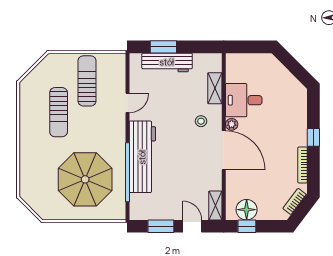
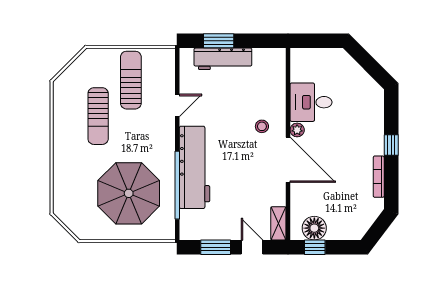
shelving: (215, 88) -> (278, 88), removed
bookcase: (295, 201) -> (369, 219), removed

